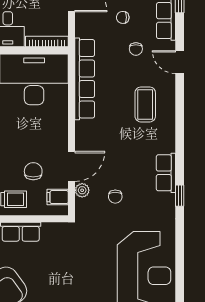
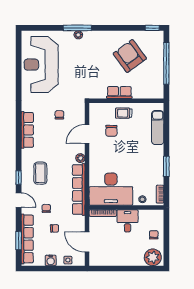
row of seats: (166, 173) -> (27, 130), width x1.48
plant: (82, 190) -> (80, 158), moved
window: (180, 196) -> (19, 178), moved
filing cabinet: (58, 197) -> (96, 114), removed

